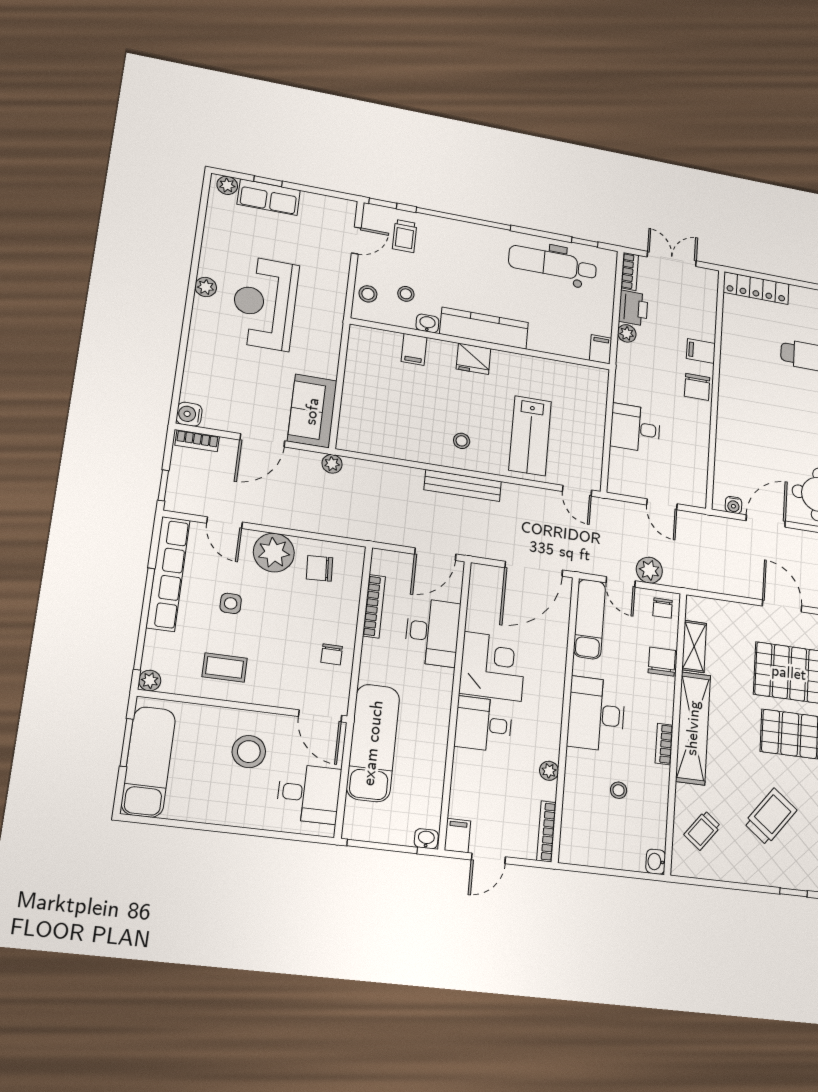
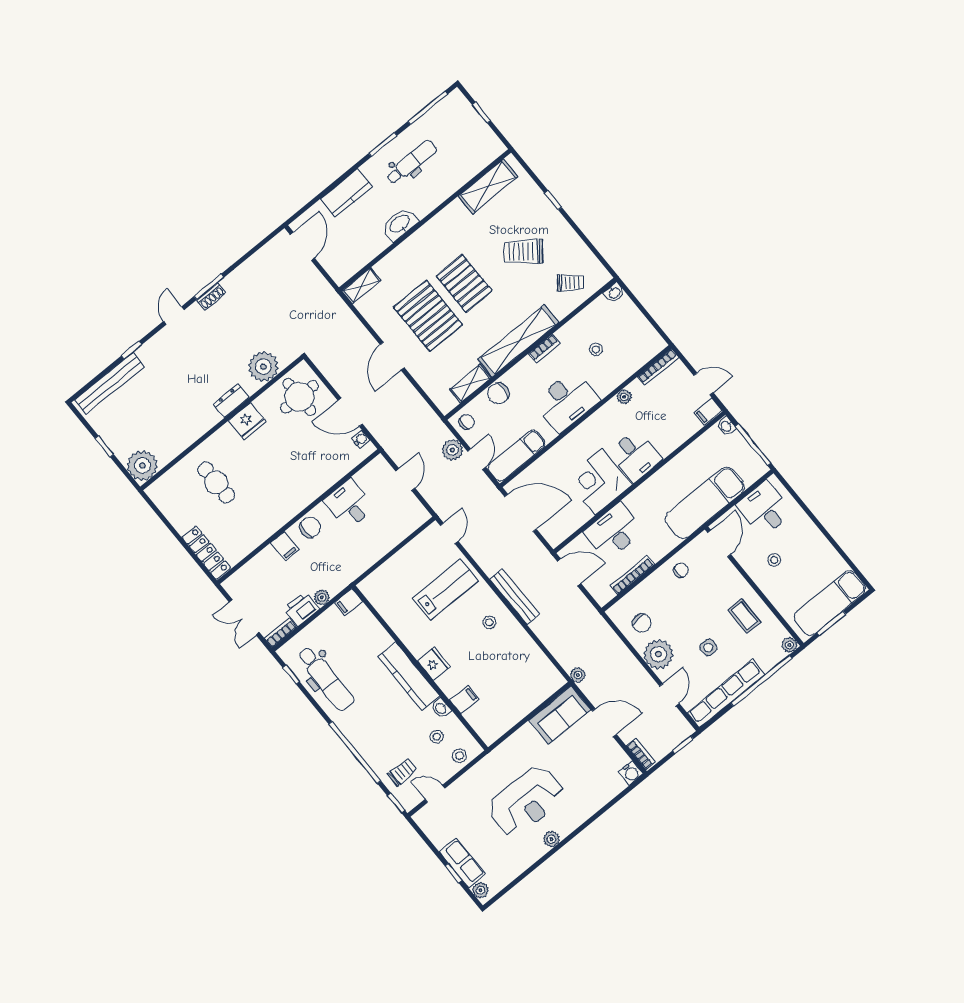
desk: (635, 428) -> (349, 504), moved, turned 180
stool: (249, 752) -> (774, 560), width x0.53, depth x0.53

